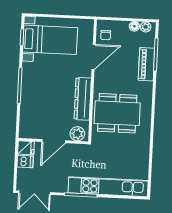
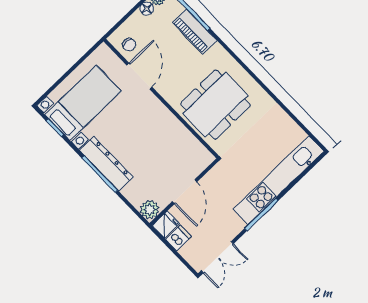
dresser: (83, 99) -> (106, 164), moved, turned 180
plant: (77, 134) -> (150, 210), moved

